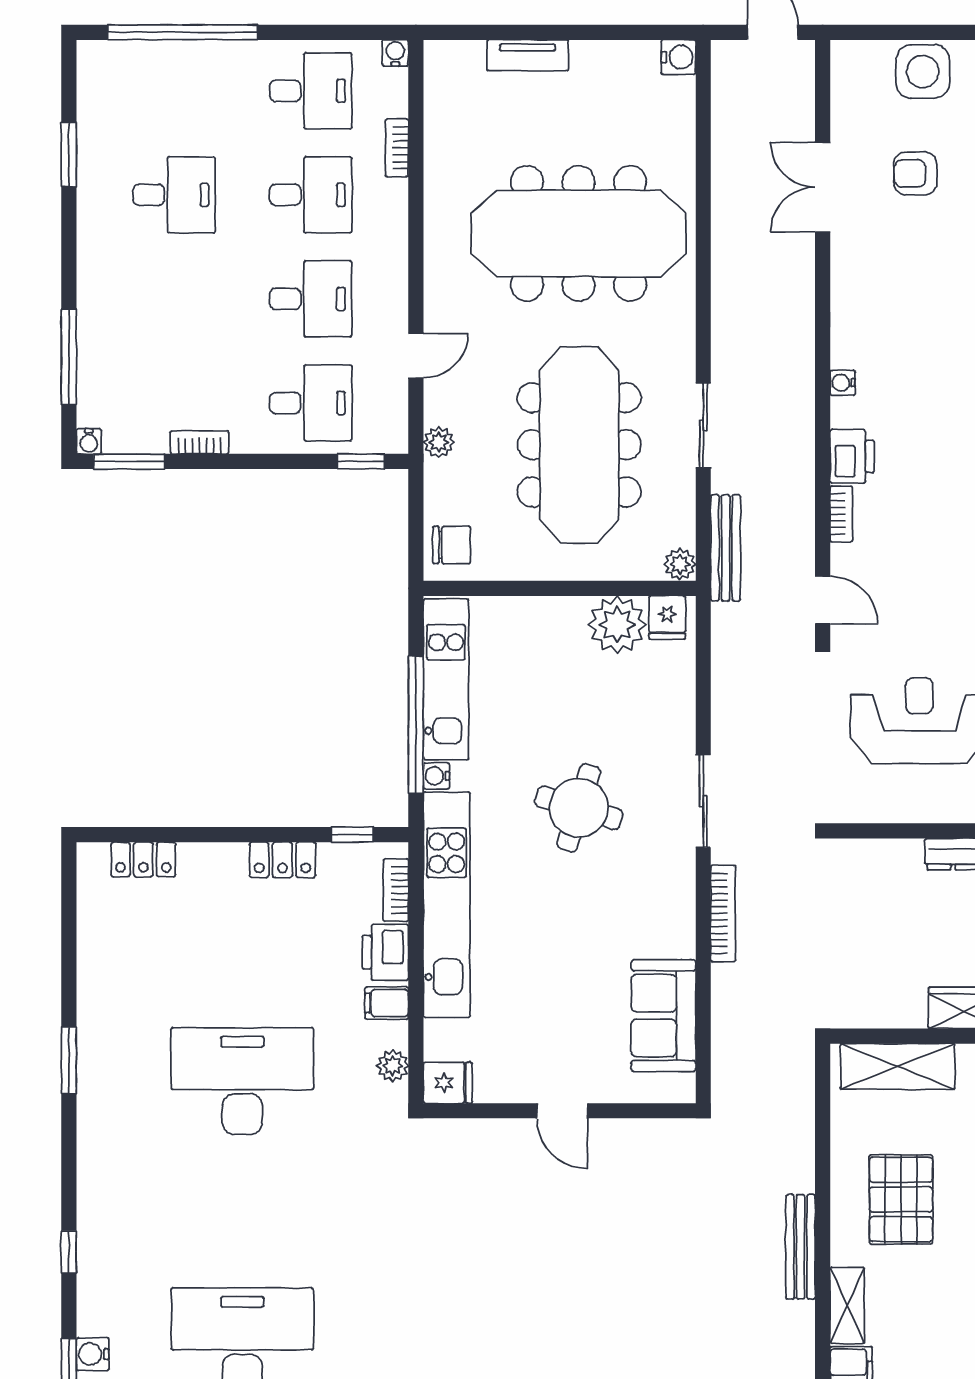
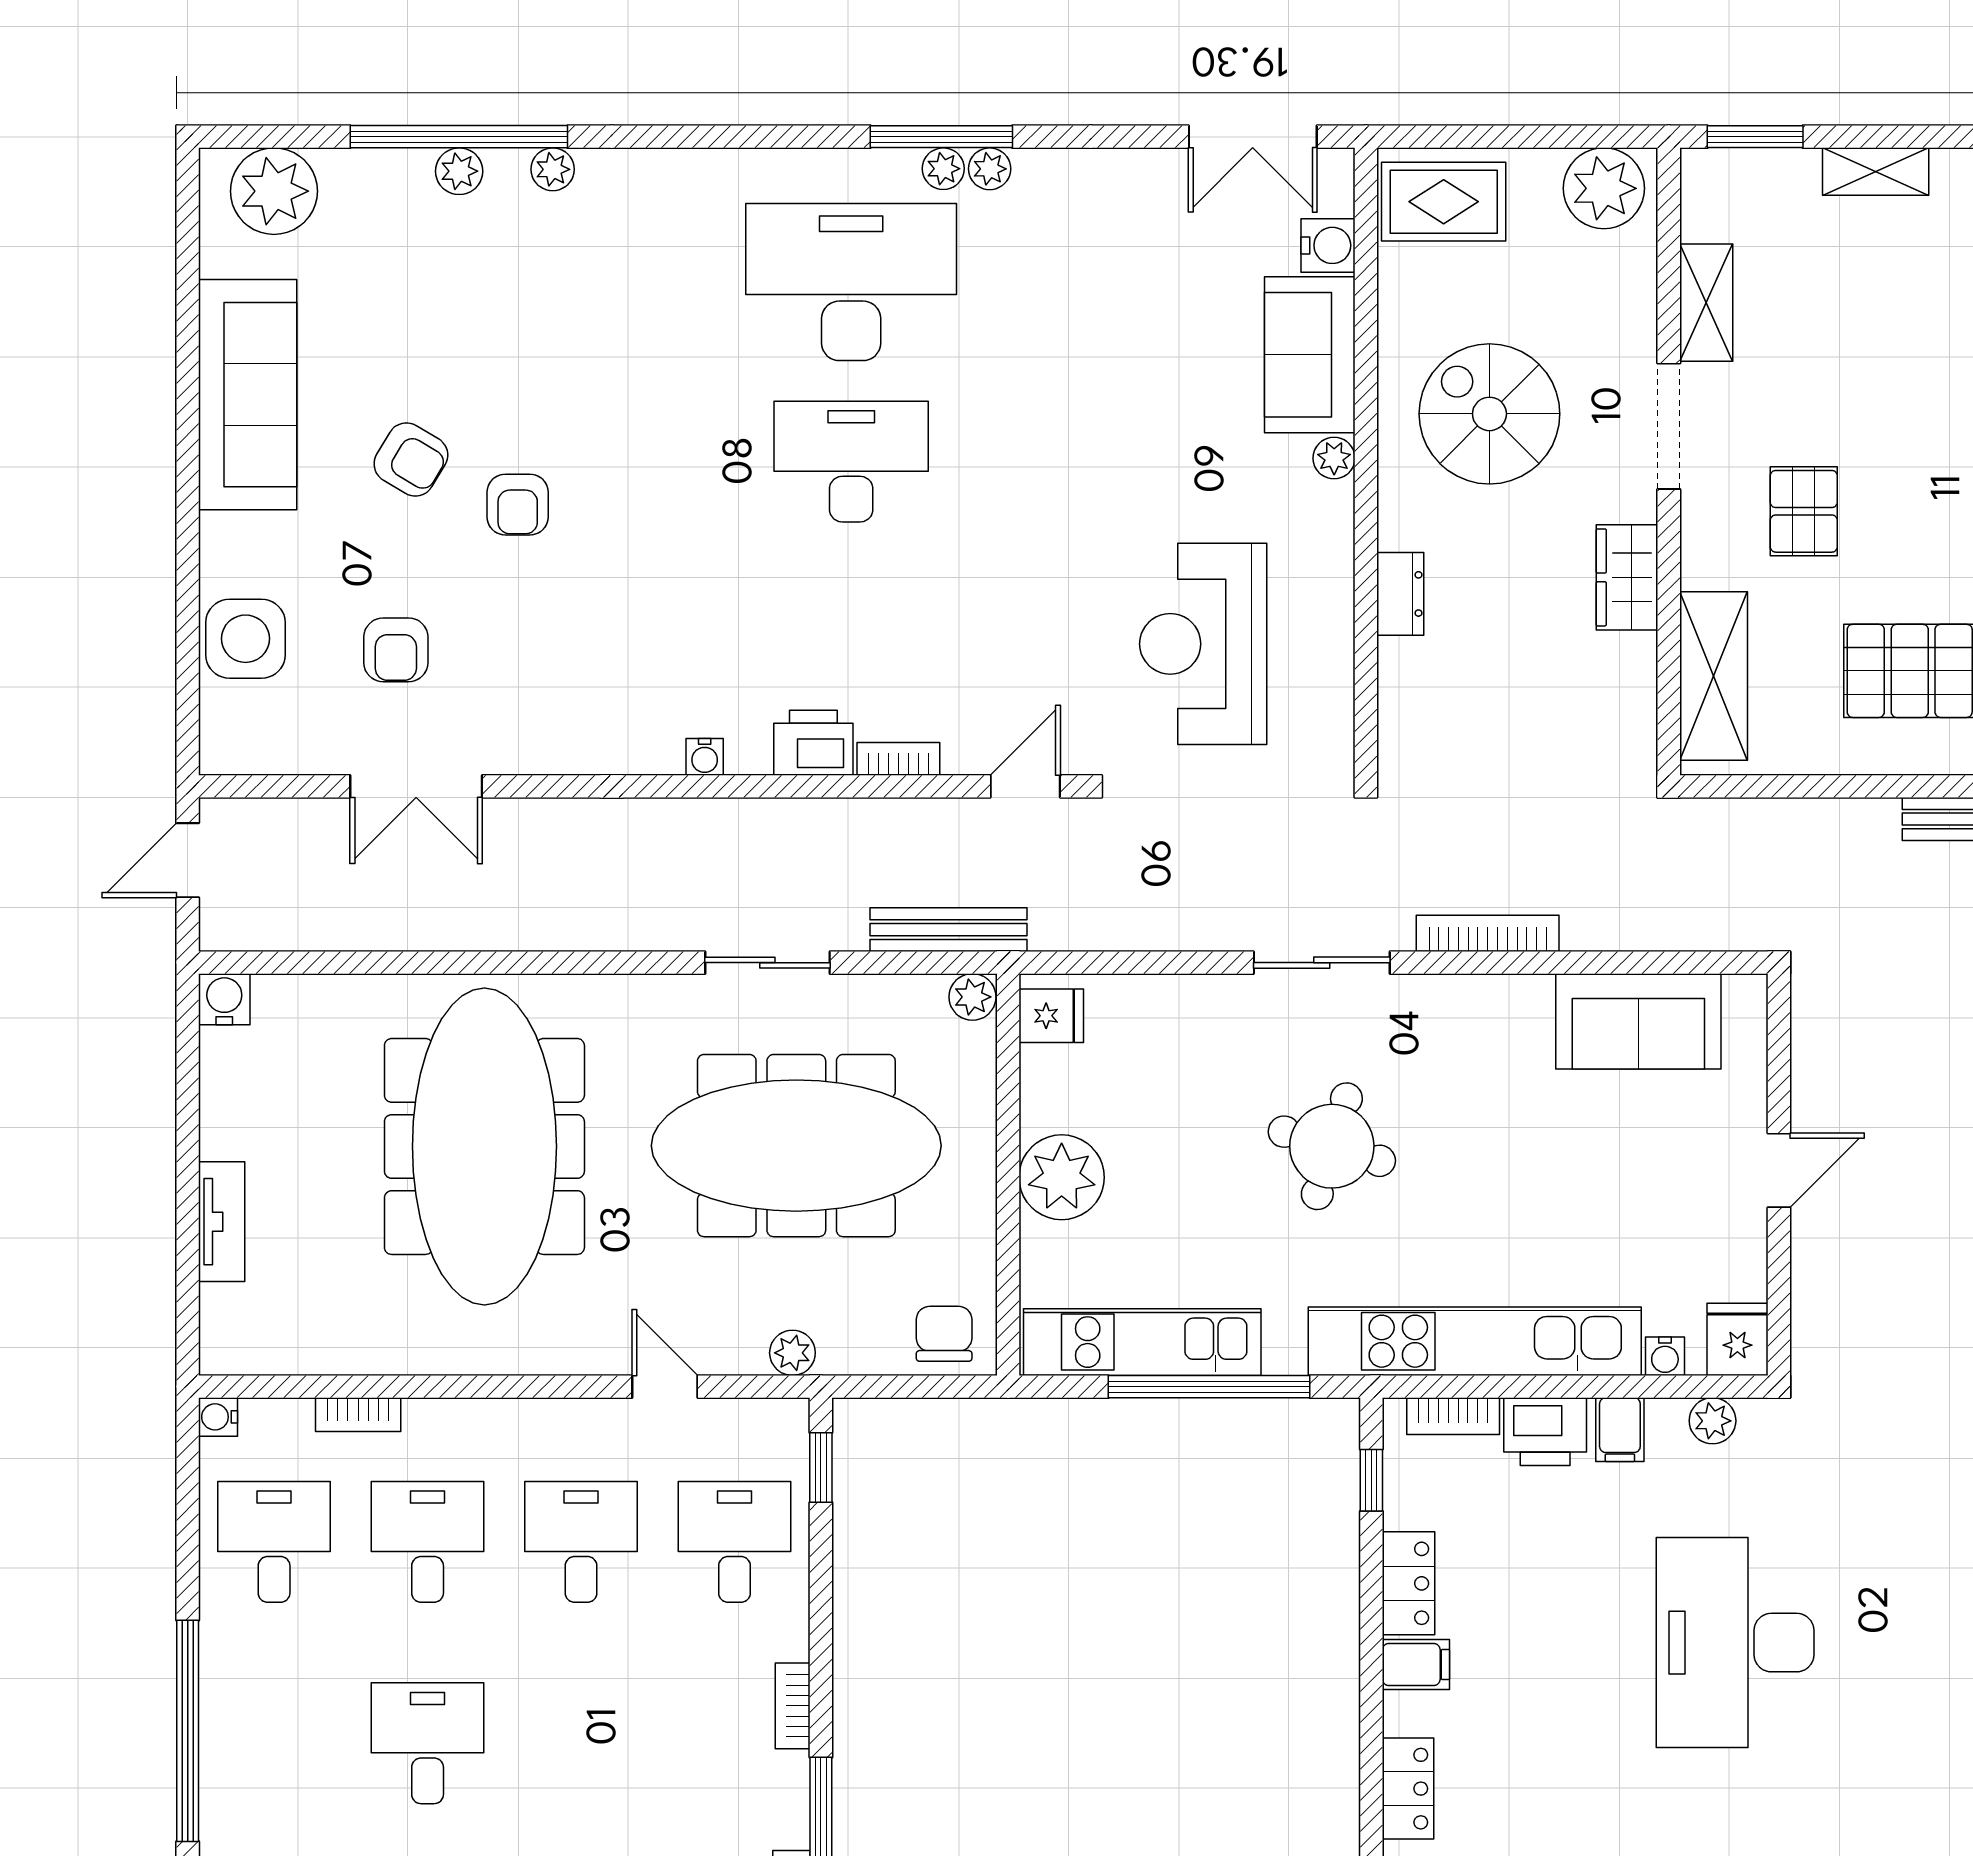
plant: (617, 625) -> (1062, 1177), moved
water cooler: (436, 776) -> (1665, 1356), moved
filing cabinet: (227, 865) -> (1416, 1664), added

